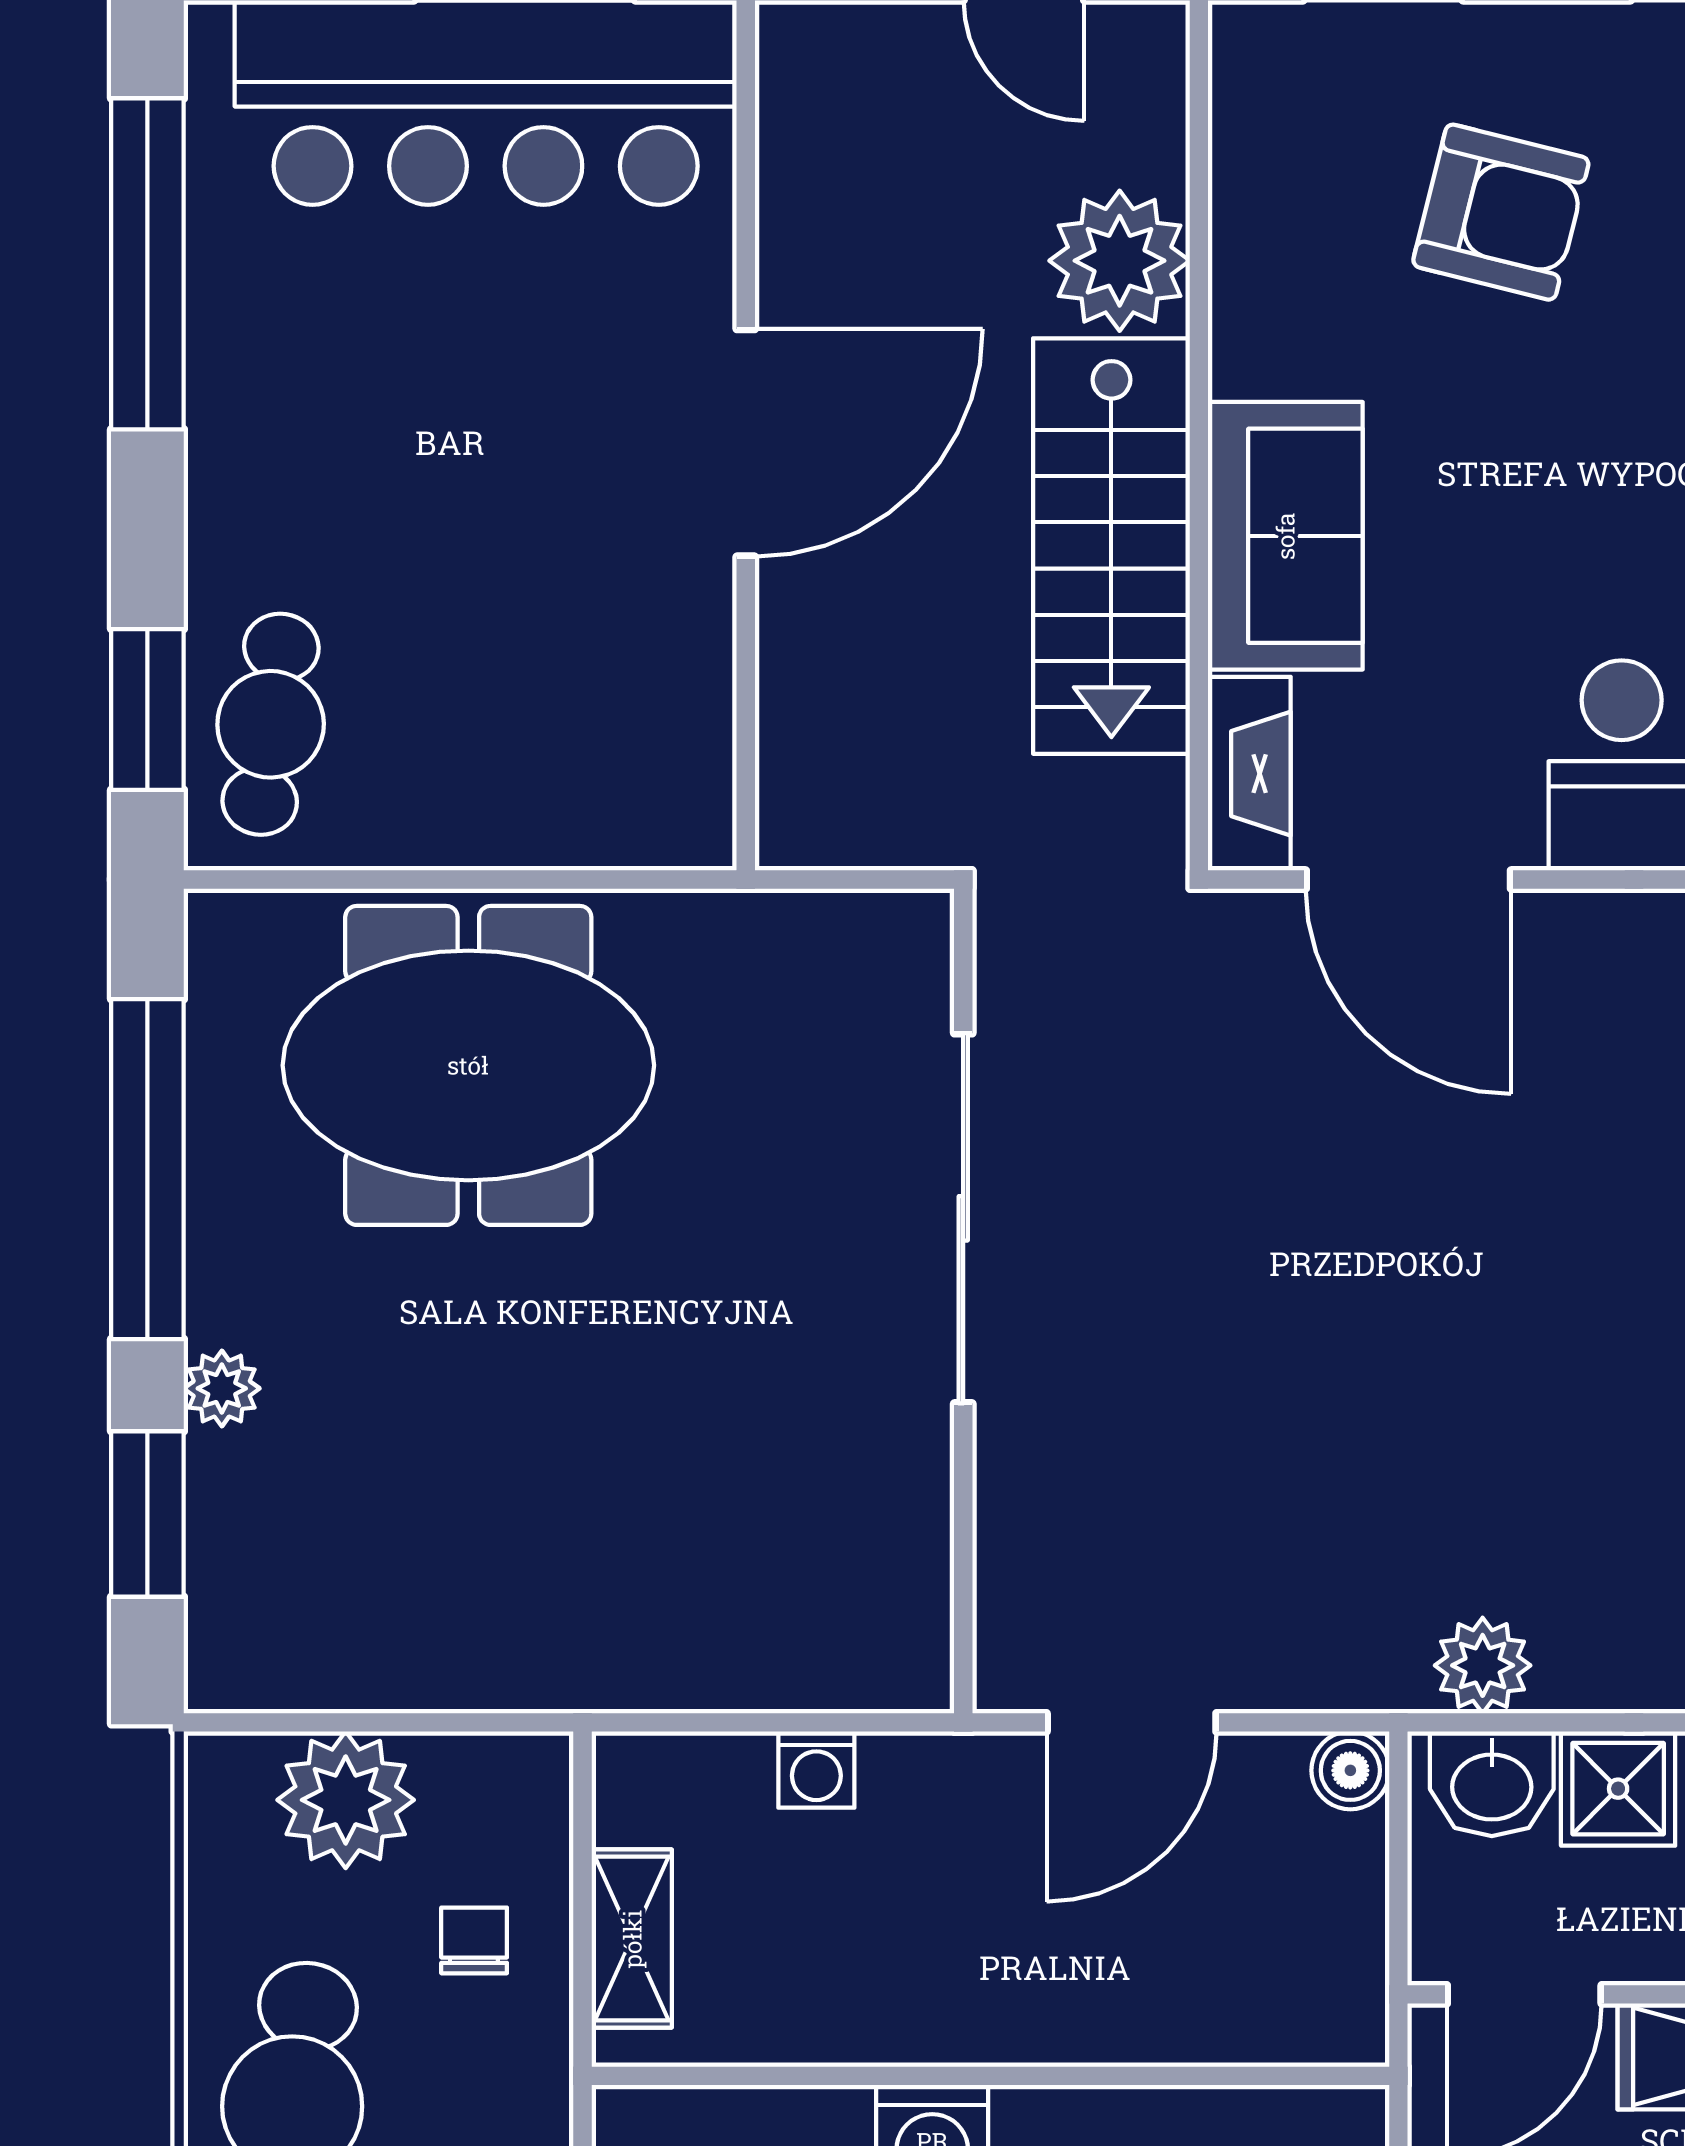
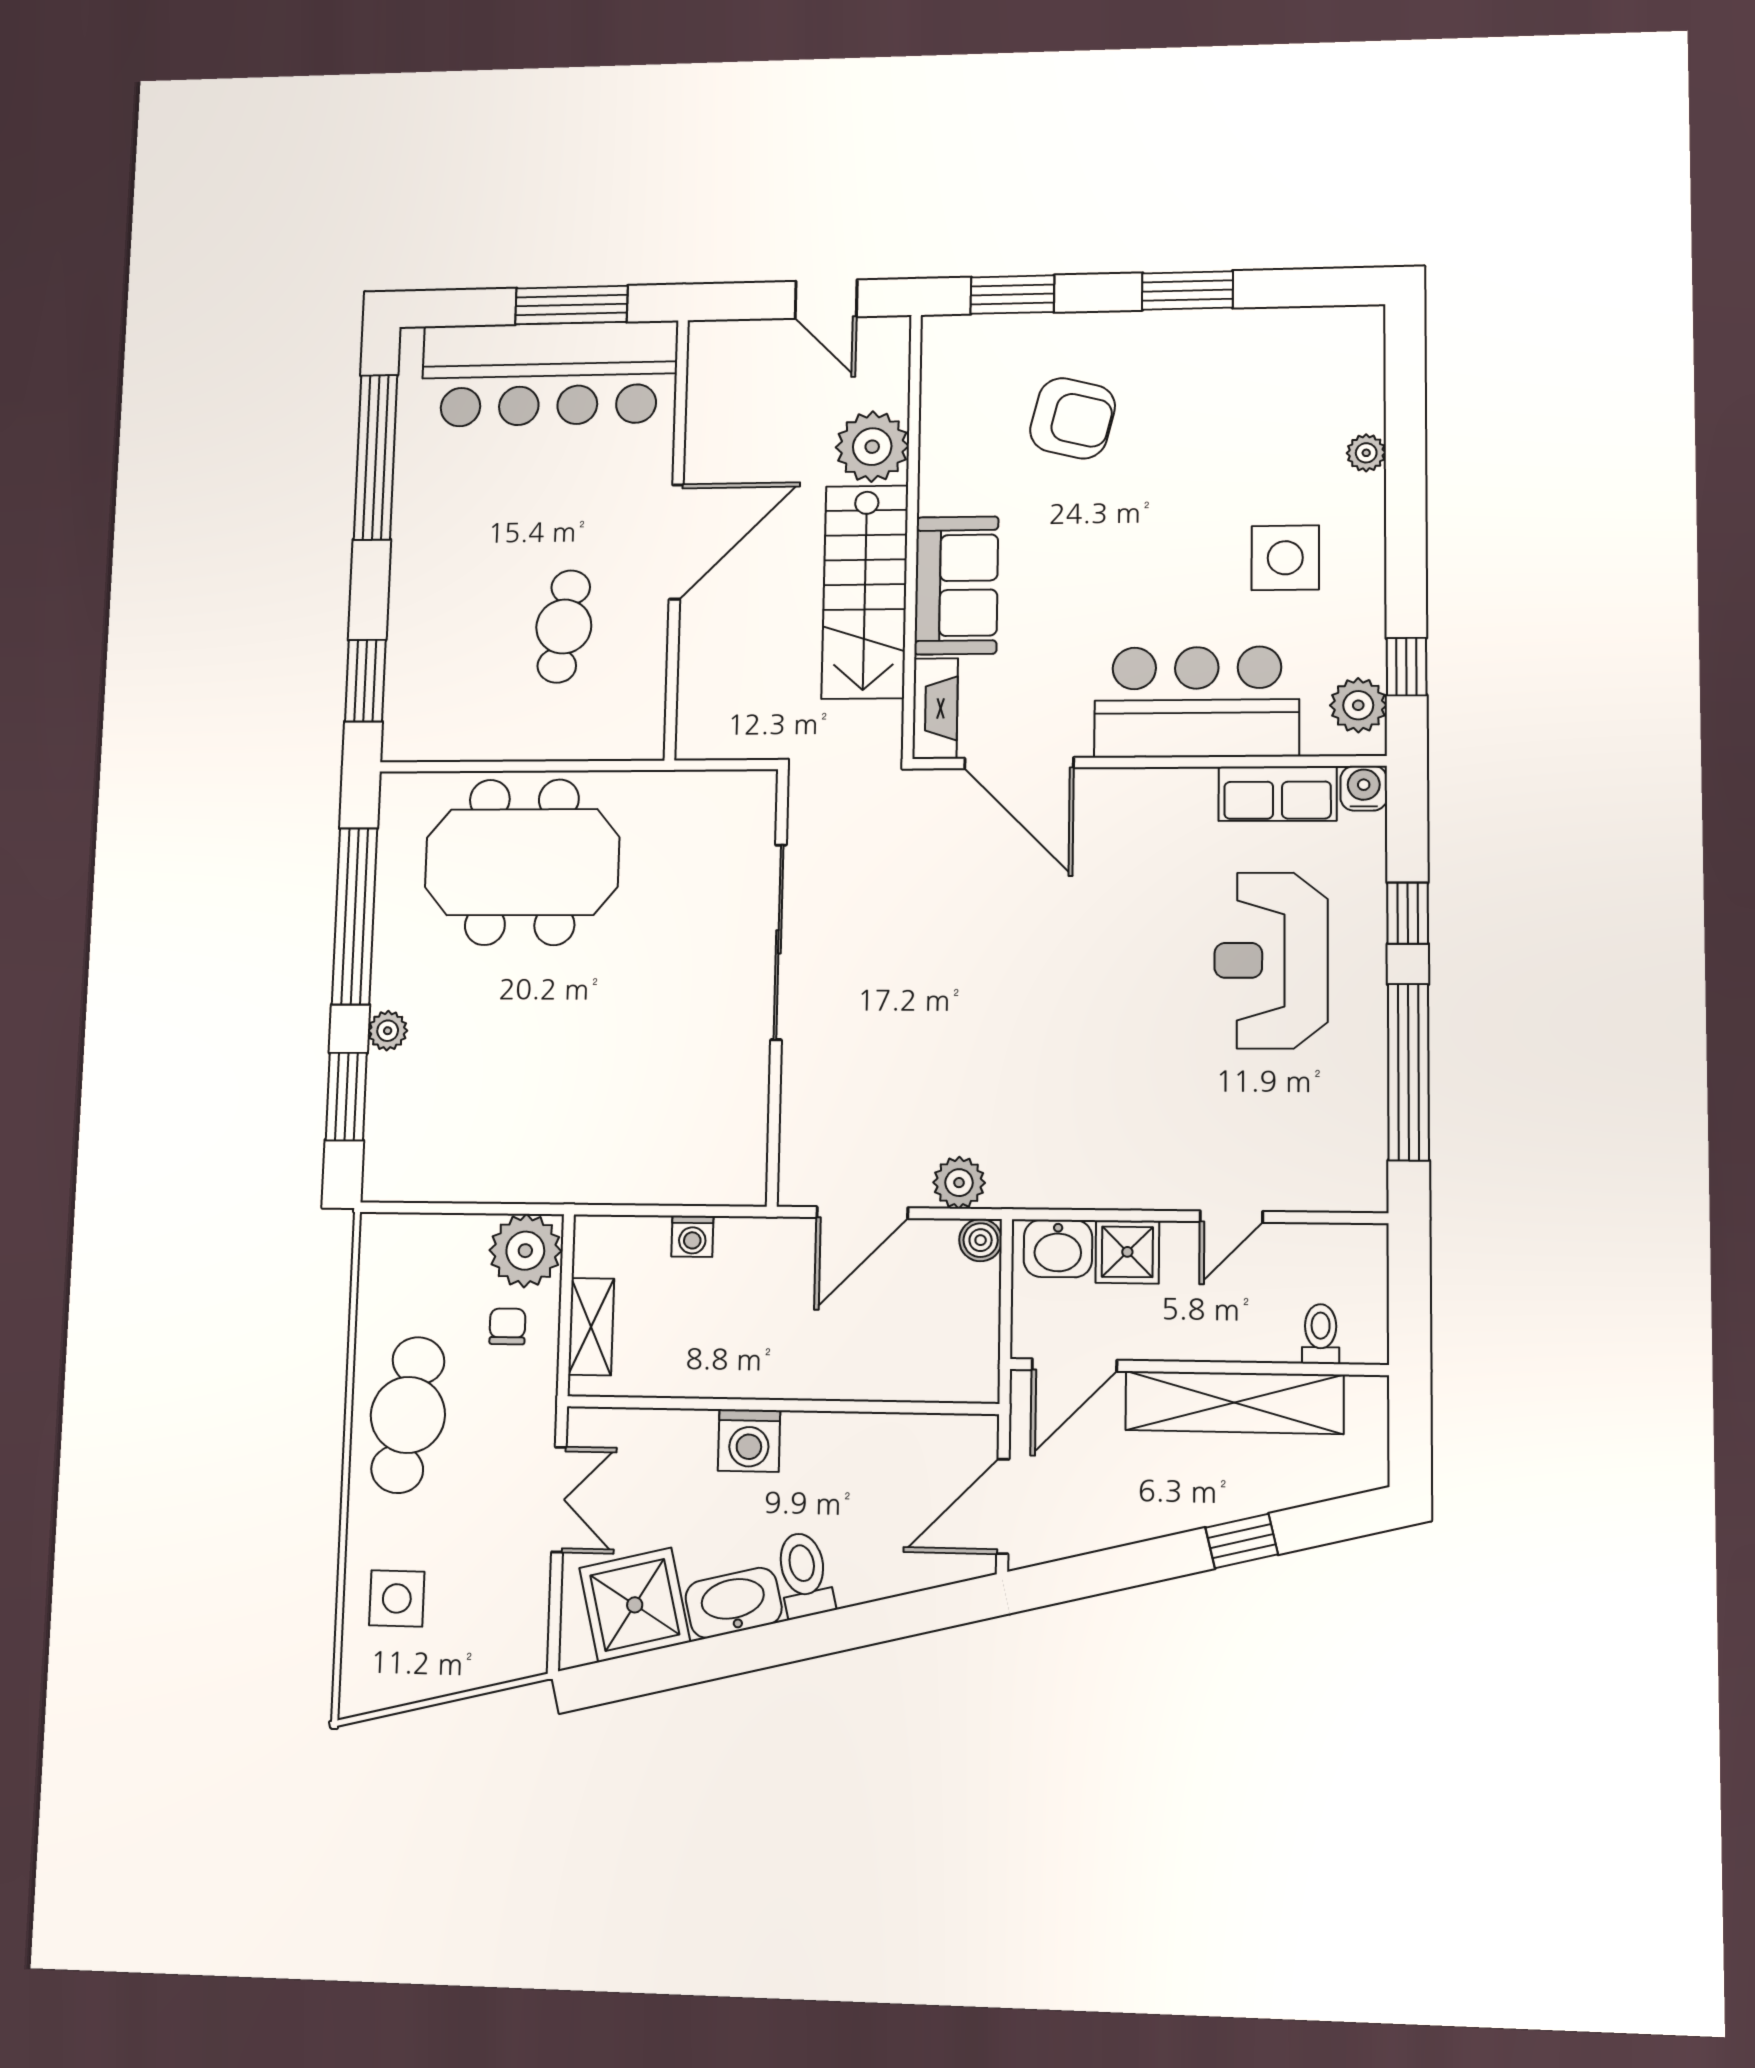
cafe table: (271, 724) -> (564, 627), moved
plant: (1483, 1665) -> (959, 1183), moved
plant: (346, 1800) -> (525, 1251), moved

